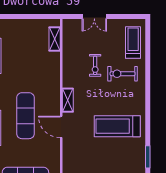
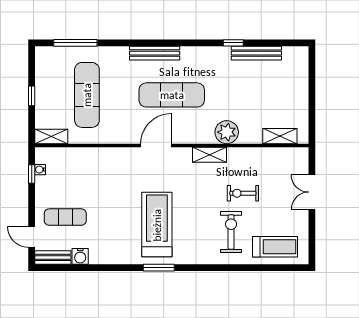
plant: (52, 77) -> (227, 132), added
shelving: (68, 100) -> (209, 155), moved
window: (148, 157) -> (159, 268), moved

